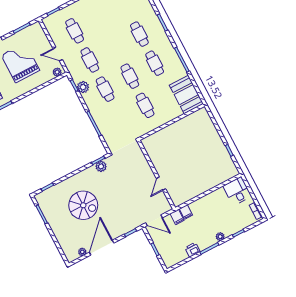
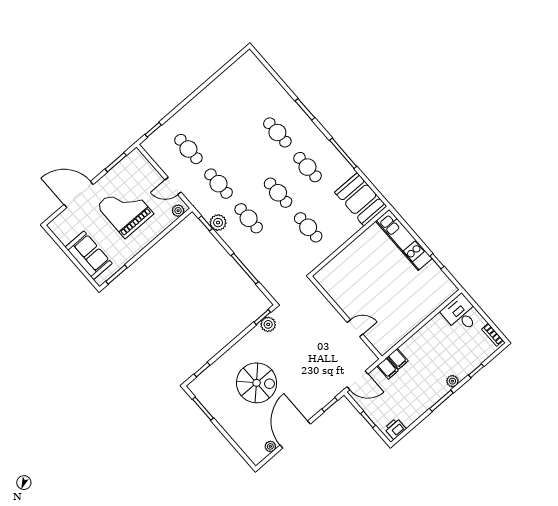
kitchen unit: (210, 130) -> (404, 240), added
door: (161, 184) -> (355, 328), swing flipped
printer: (193, 250) -> (395, 429), moved

